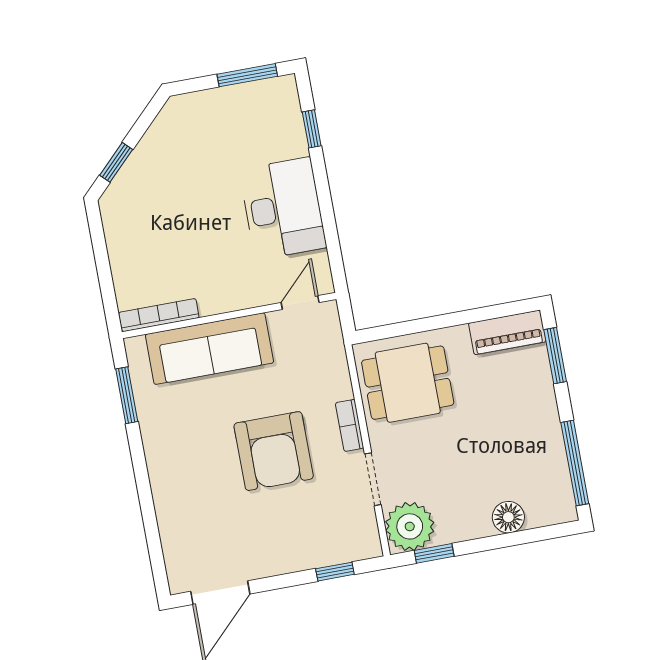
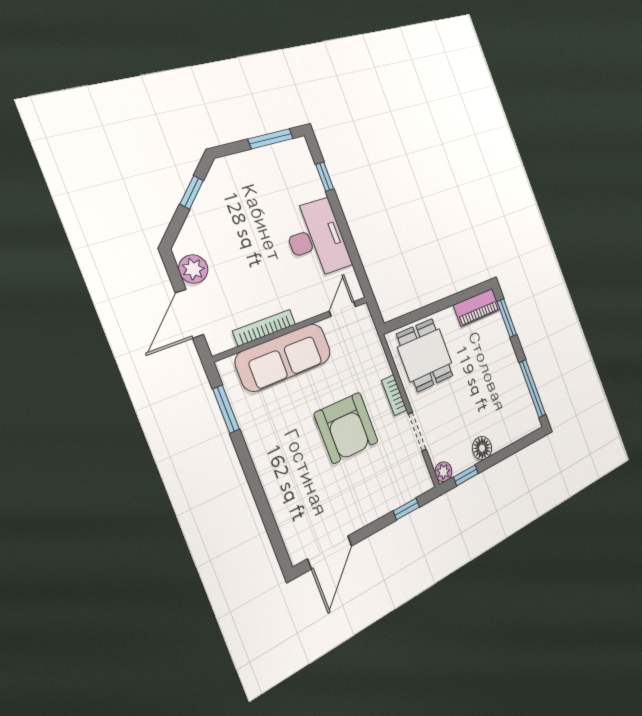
window: (116, 162) -> (192, 192), moved
plant: (120, 227) -> (193, 269), added
door: (105, 278) -> (189, 314), added
bookcase: (159, 315) -> (264, 328), moved
dining table: (408, 383) -> (425, 355), turned 90
floor lamp: (508, 517) -> (482, 448), moved
plant: (410, 526) -> (443, 472), width x0.53, depth x0.53

